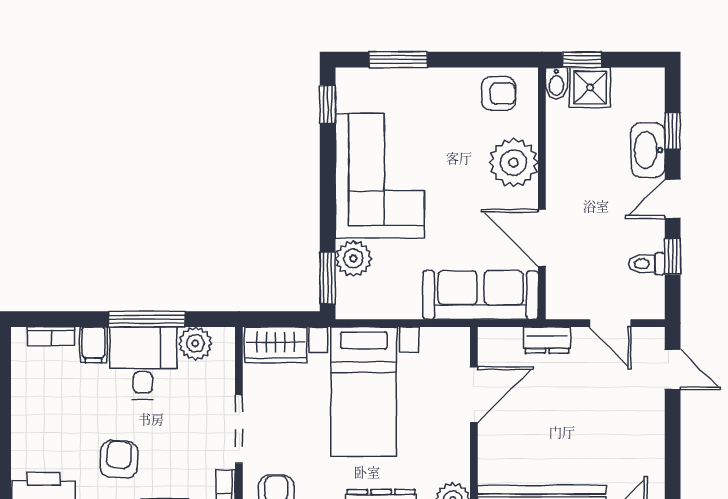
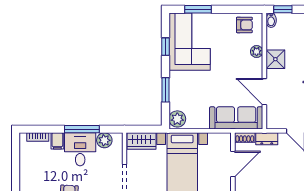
shower: (590, 87) -> (275, 59), moved
window: (328, 104) -> (165, 47), moved
plant: (514, 163) -> (257, 52), width x0.53, depth x0.53
corner sofa: (380, 176) -> (190, 42), moved
plant: (353, 258) -> (177, 119), moved
window: (328, 278) -> (165, 90), moved
shoe rack: (499, 337) -> (245, 138), added

